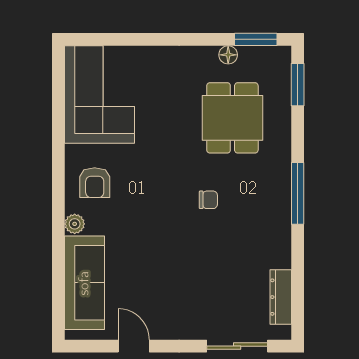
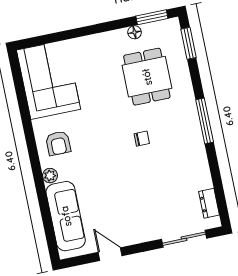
dresser: (281, 297) -> (209, 203), width x0.70

